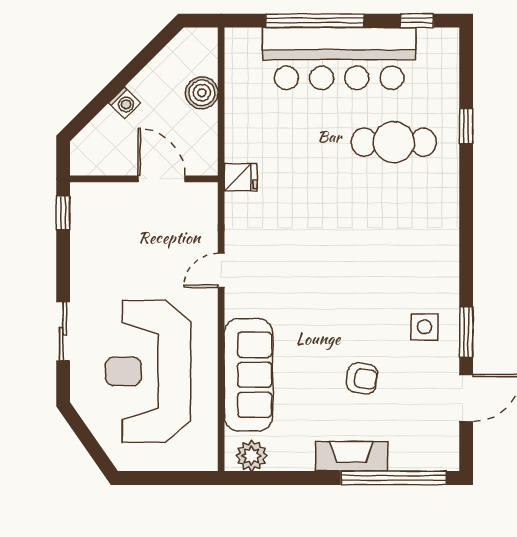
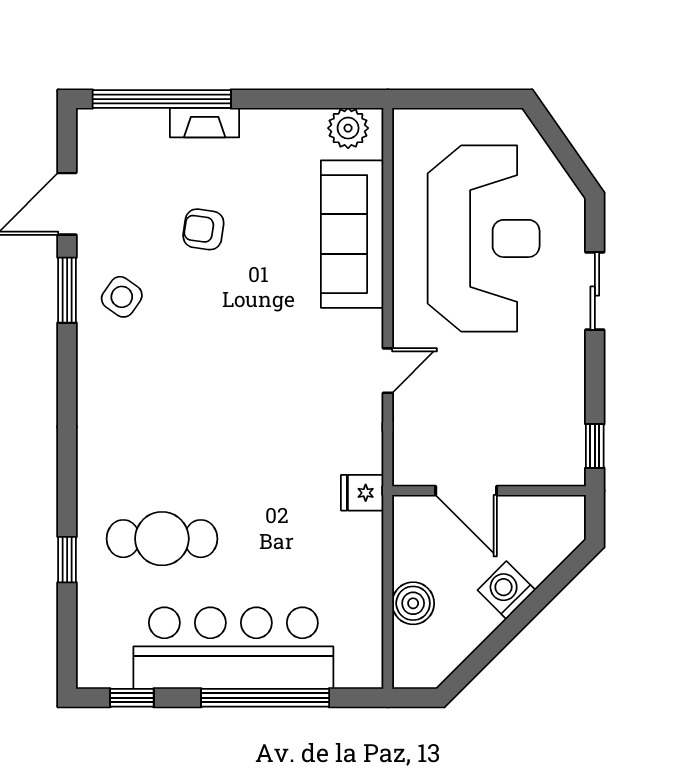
washing machine: (124, 103) -> (506, 590), width x1.38, depth x1.38
side table: (424, 327) -> (122, 297), turned 35
fireplace: (351, 456) -> (205, 123), width x0.73, depth x0.76

